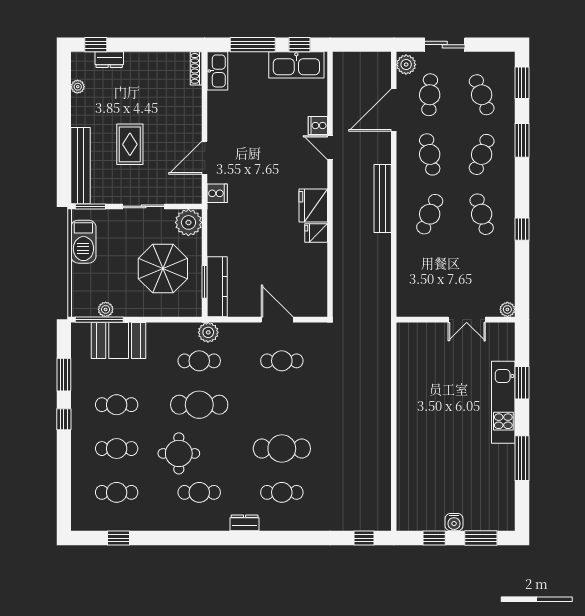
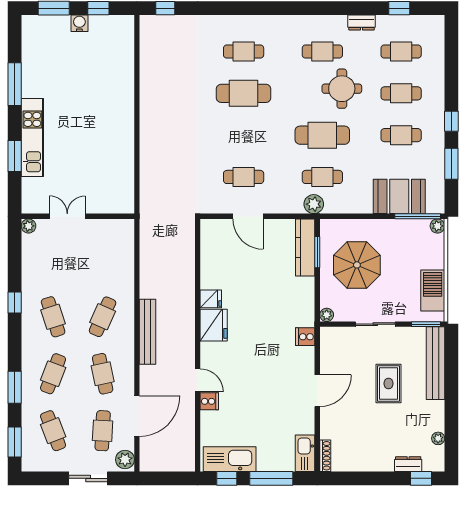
door: (205, 158) -> (317, 391), moved
plant: (188, 222) -> (327, 315), width x0.53, depth x0.53
plant: (106, 309) -> (437, 226), moved
dresser: (245, 523) -> (362, 22), moved

